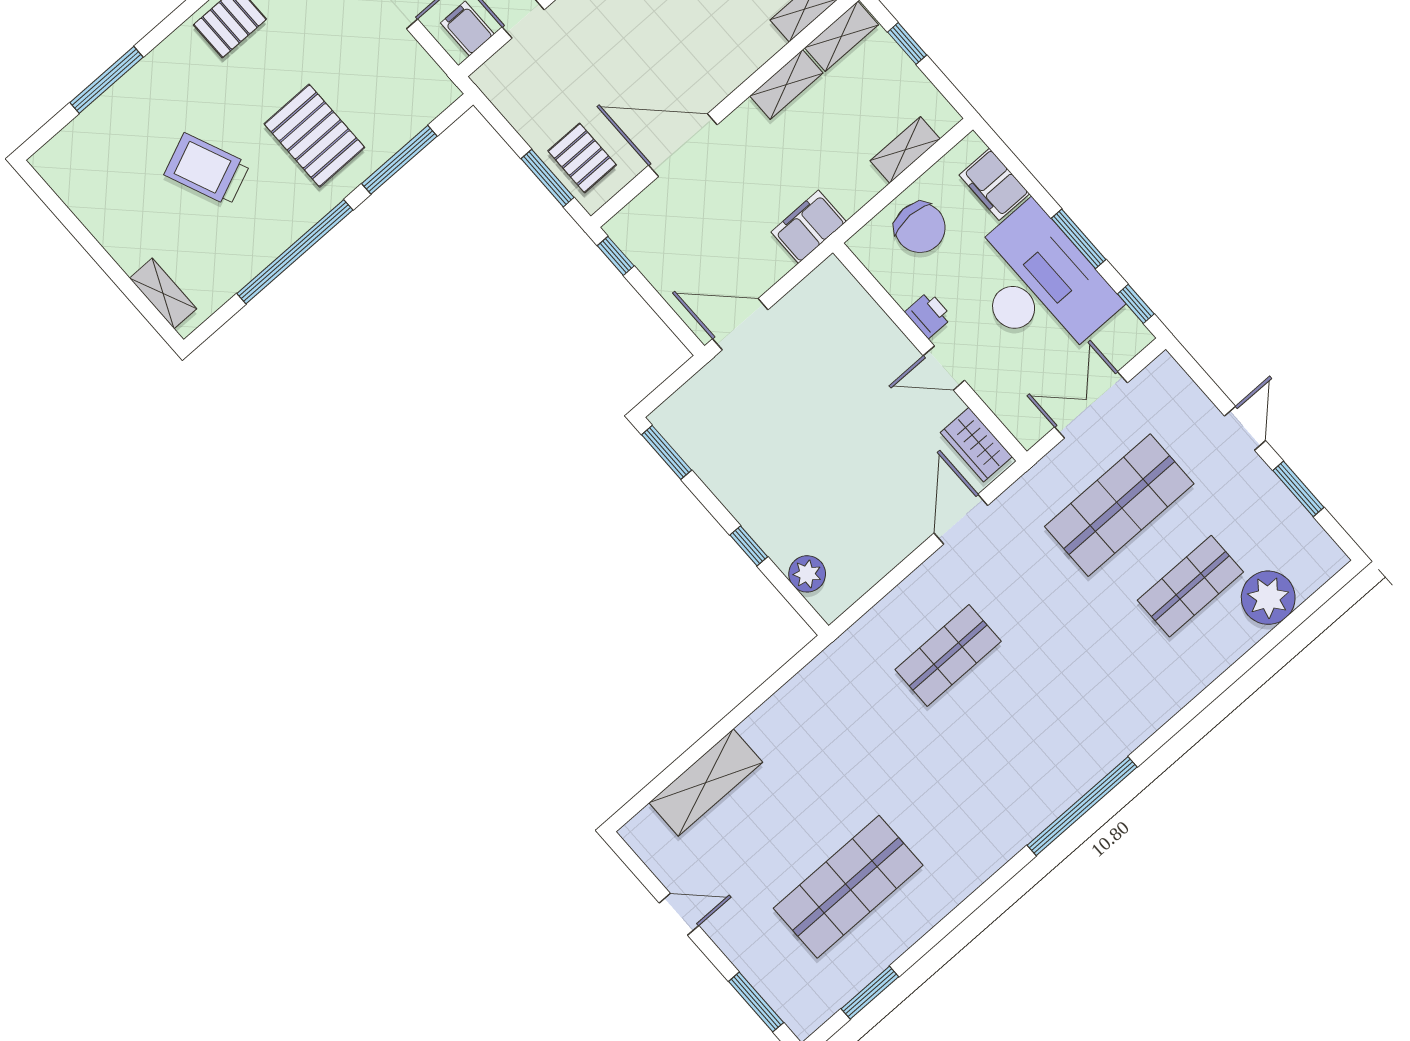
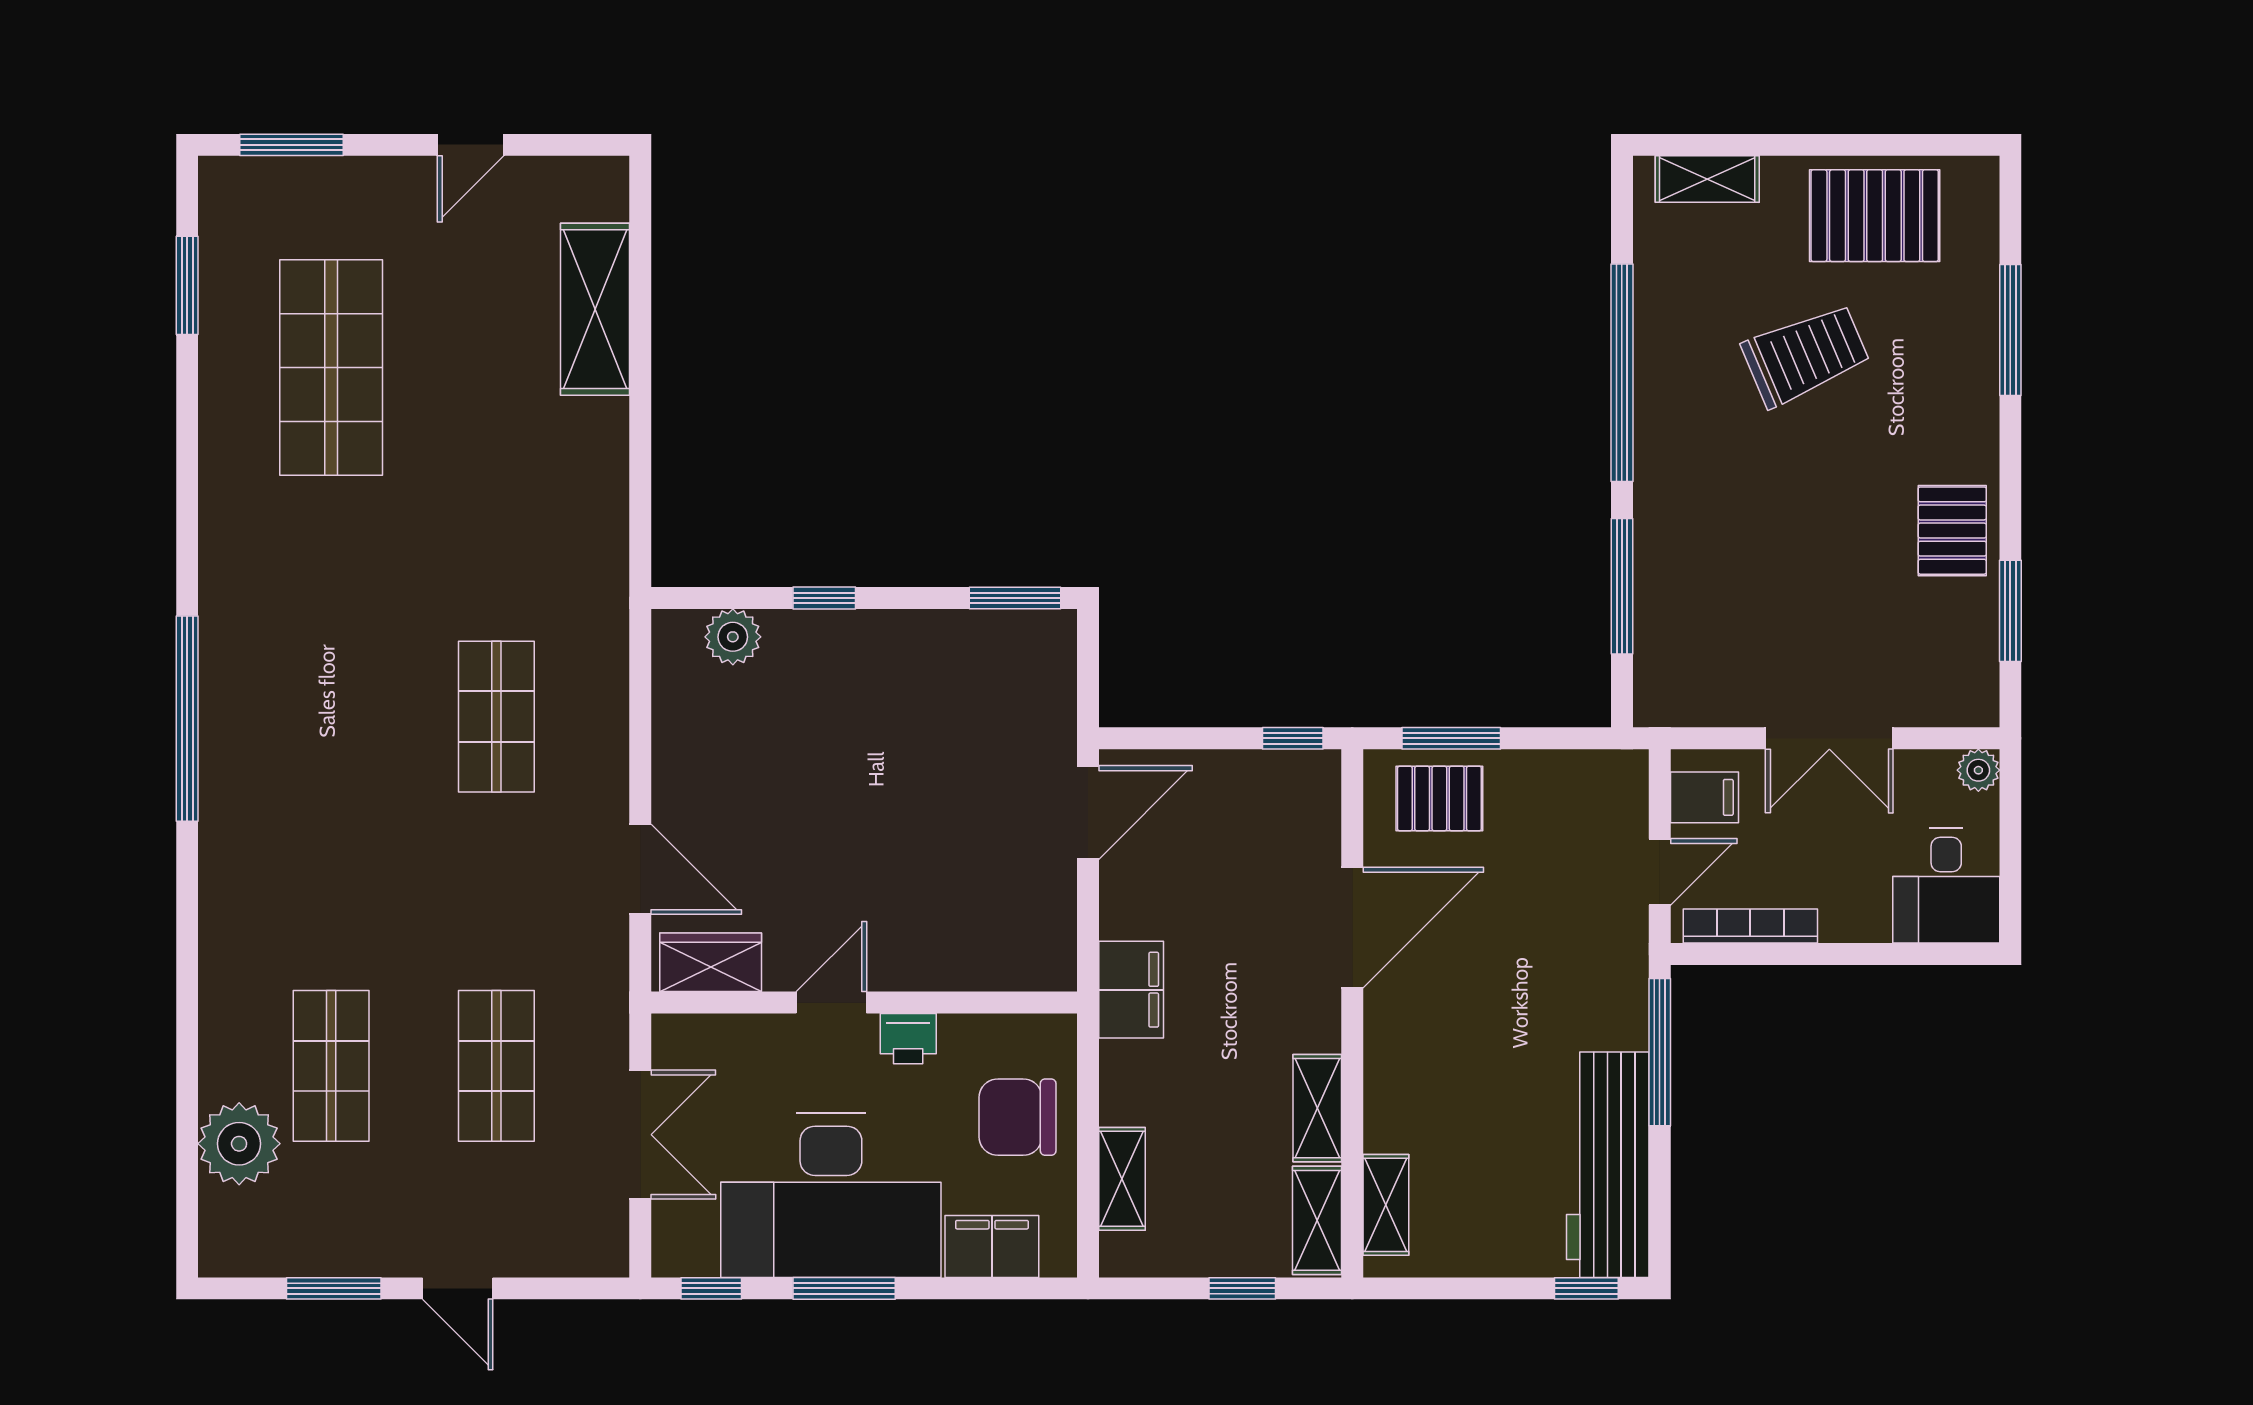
pallet: (314, 136) -> (1875, 216), moved
shop shelf: (1119, 505) -> (496, 1066), width x0.70, depth x0.74

